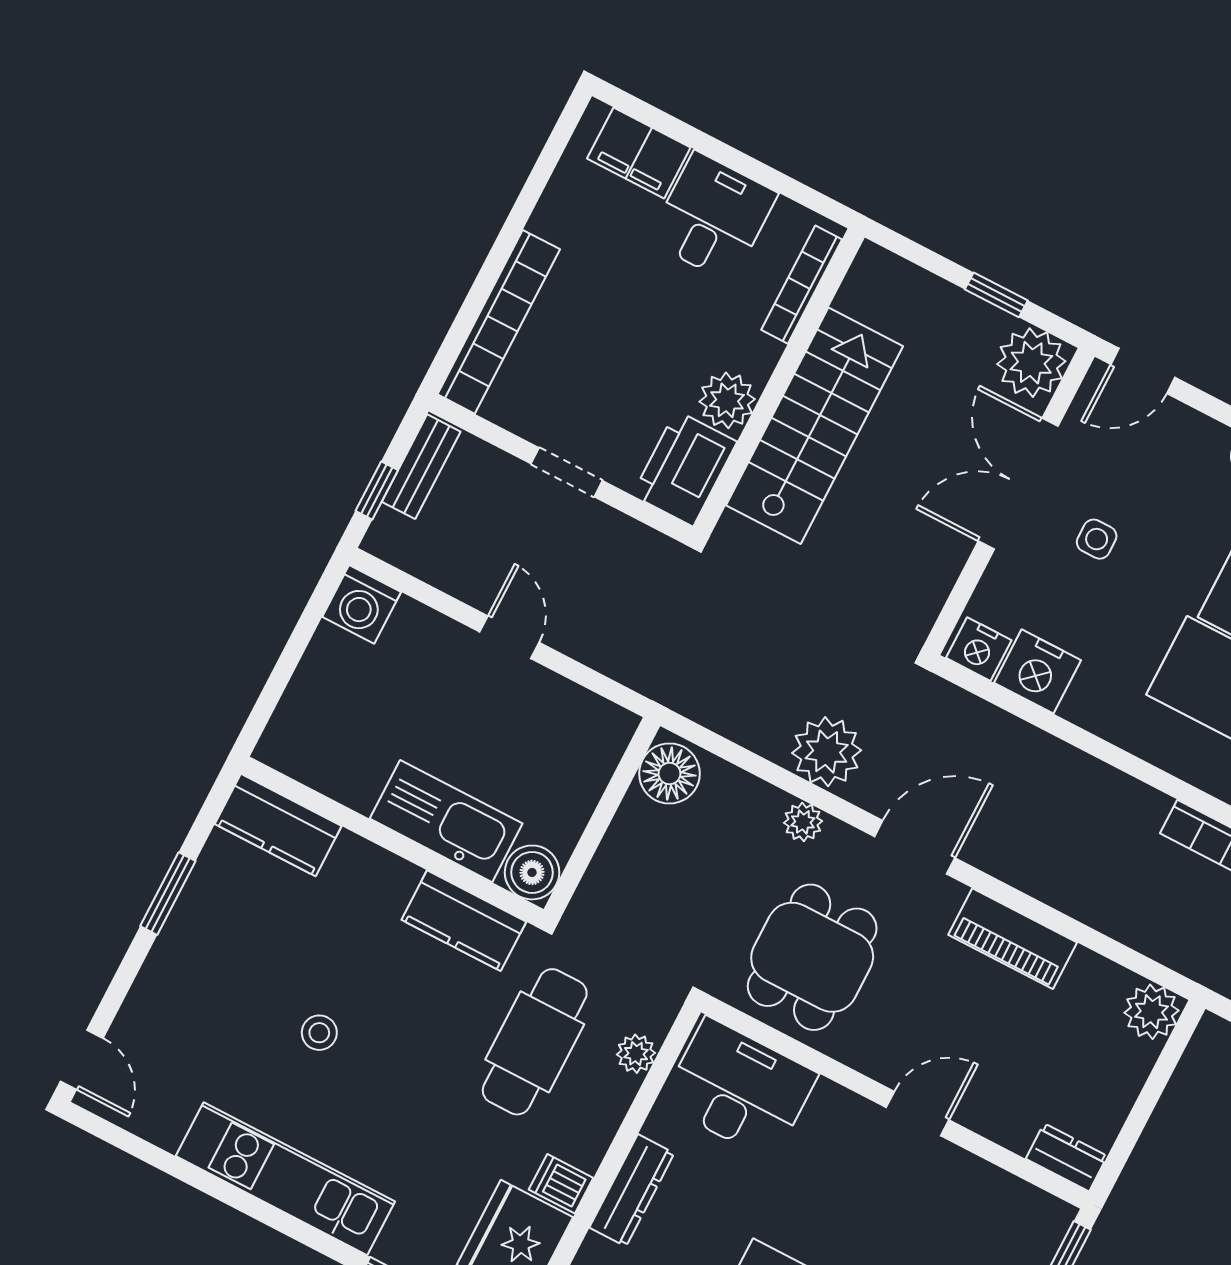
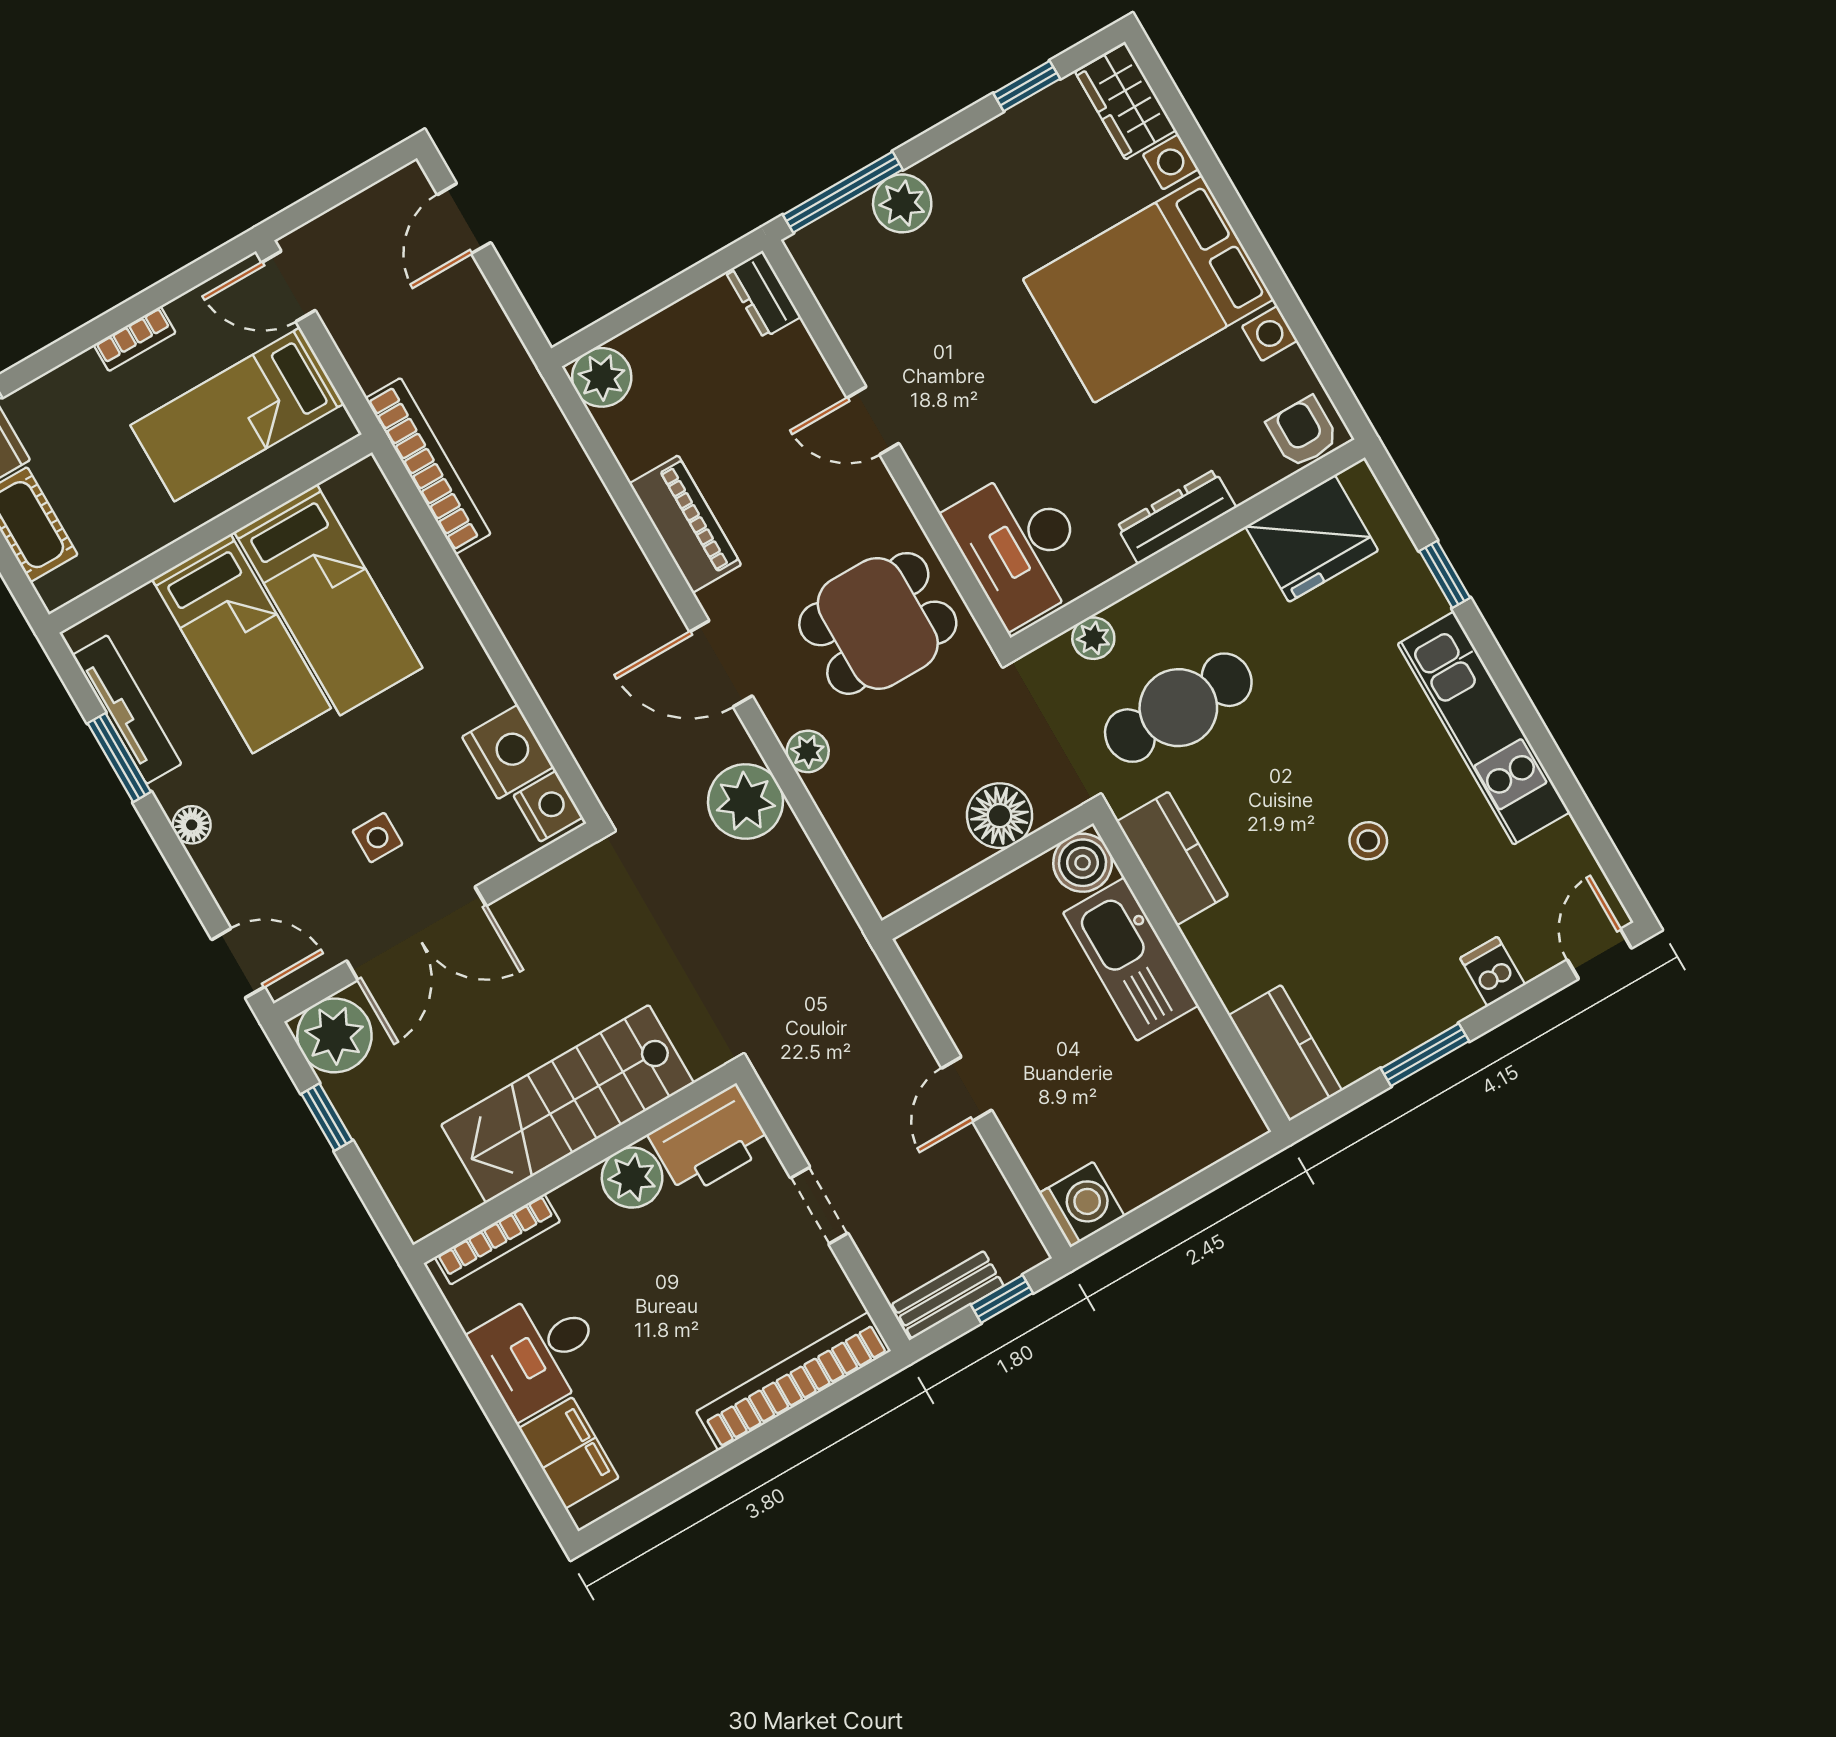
floor lamp: (669, 773) -> (1000, 816), moved
dishwasher: (561, 1184) -> (1493, 971), moved, turned 180

